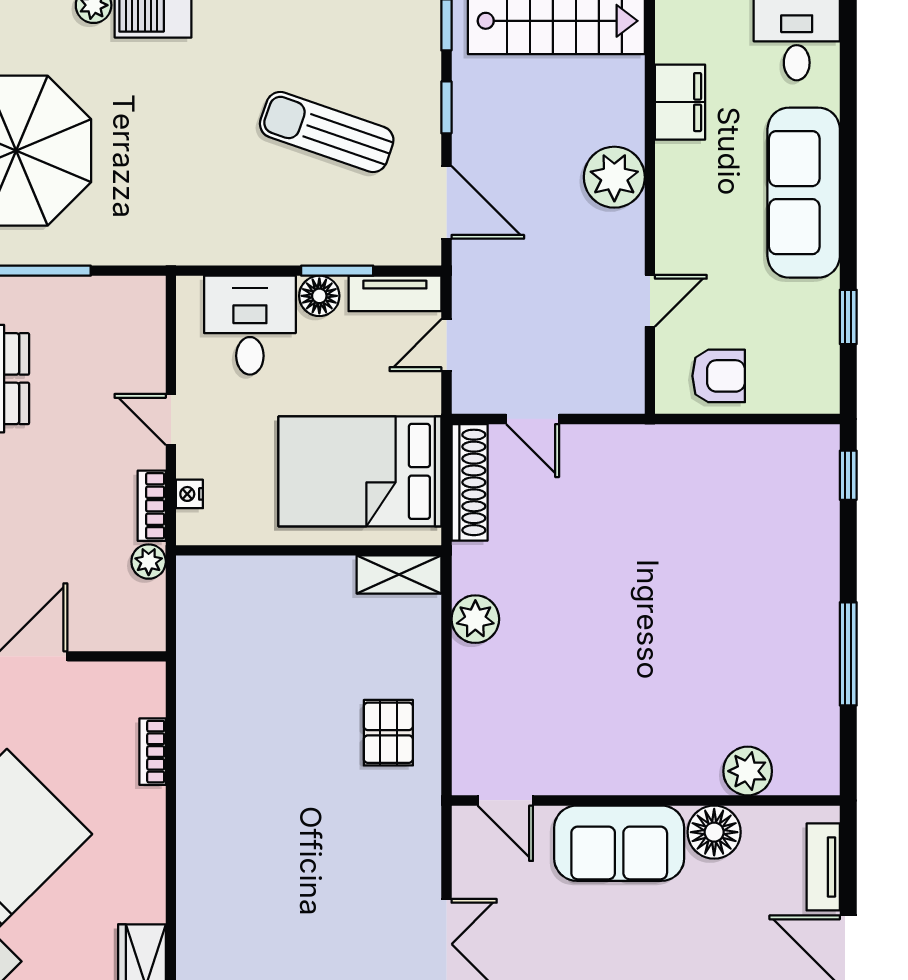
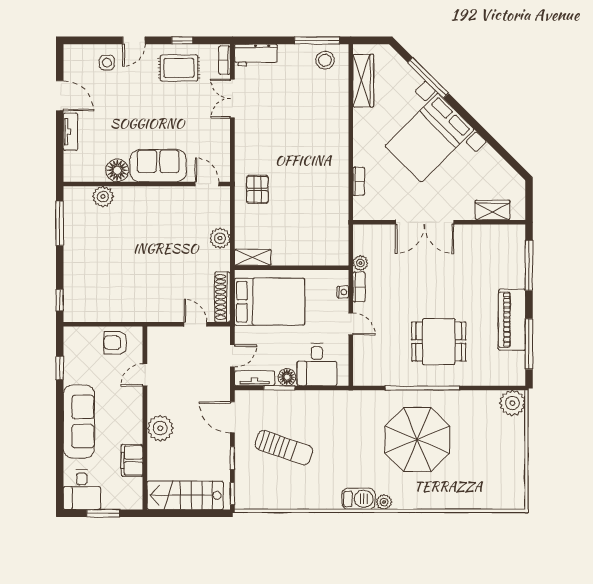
plant: (748, 771) -> (103, 197), moved
door: (505, 800) -> (207, 184), moved
wall: (646, 800) -> (147, 184), moved
floor lamp: (714, 832) -> (117, 170), moved
sofa: (619, 843) -> (158, 166), moved

